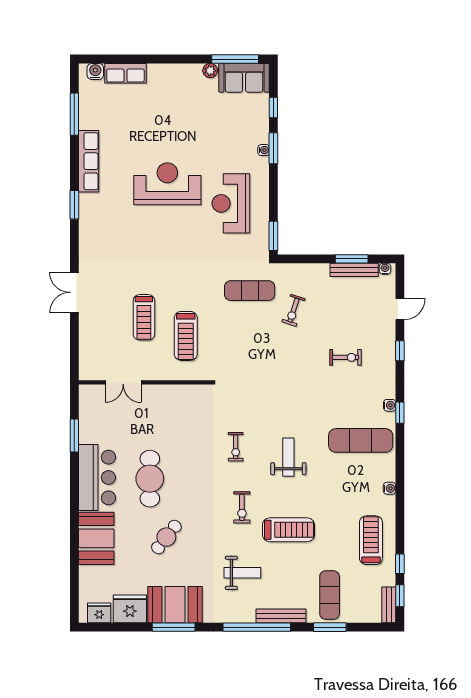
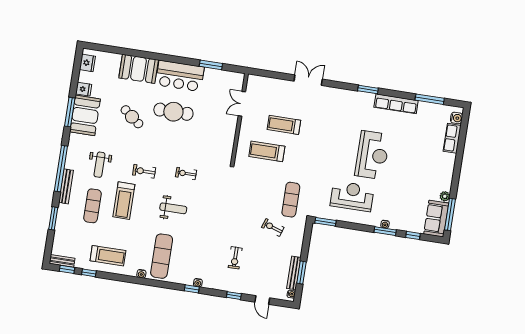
exercise mat: (361, 440) -> (162, 256), moved
exercise mat: (330, 595) -> (92, 206), moved, turned 90
fridge: (130, 609) -> (84, 89), width x0.53, depth x0.75

